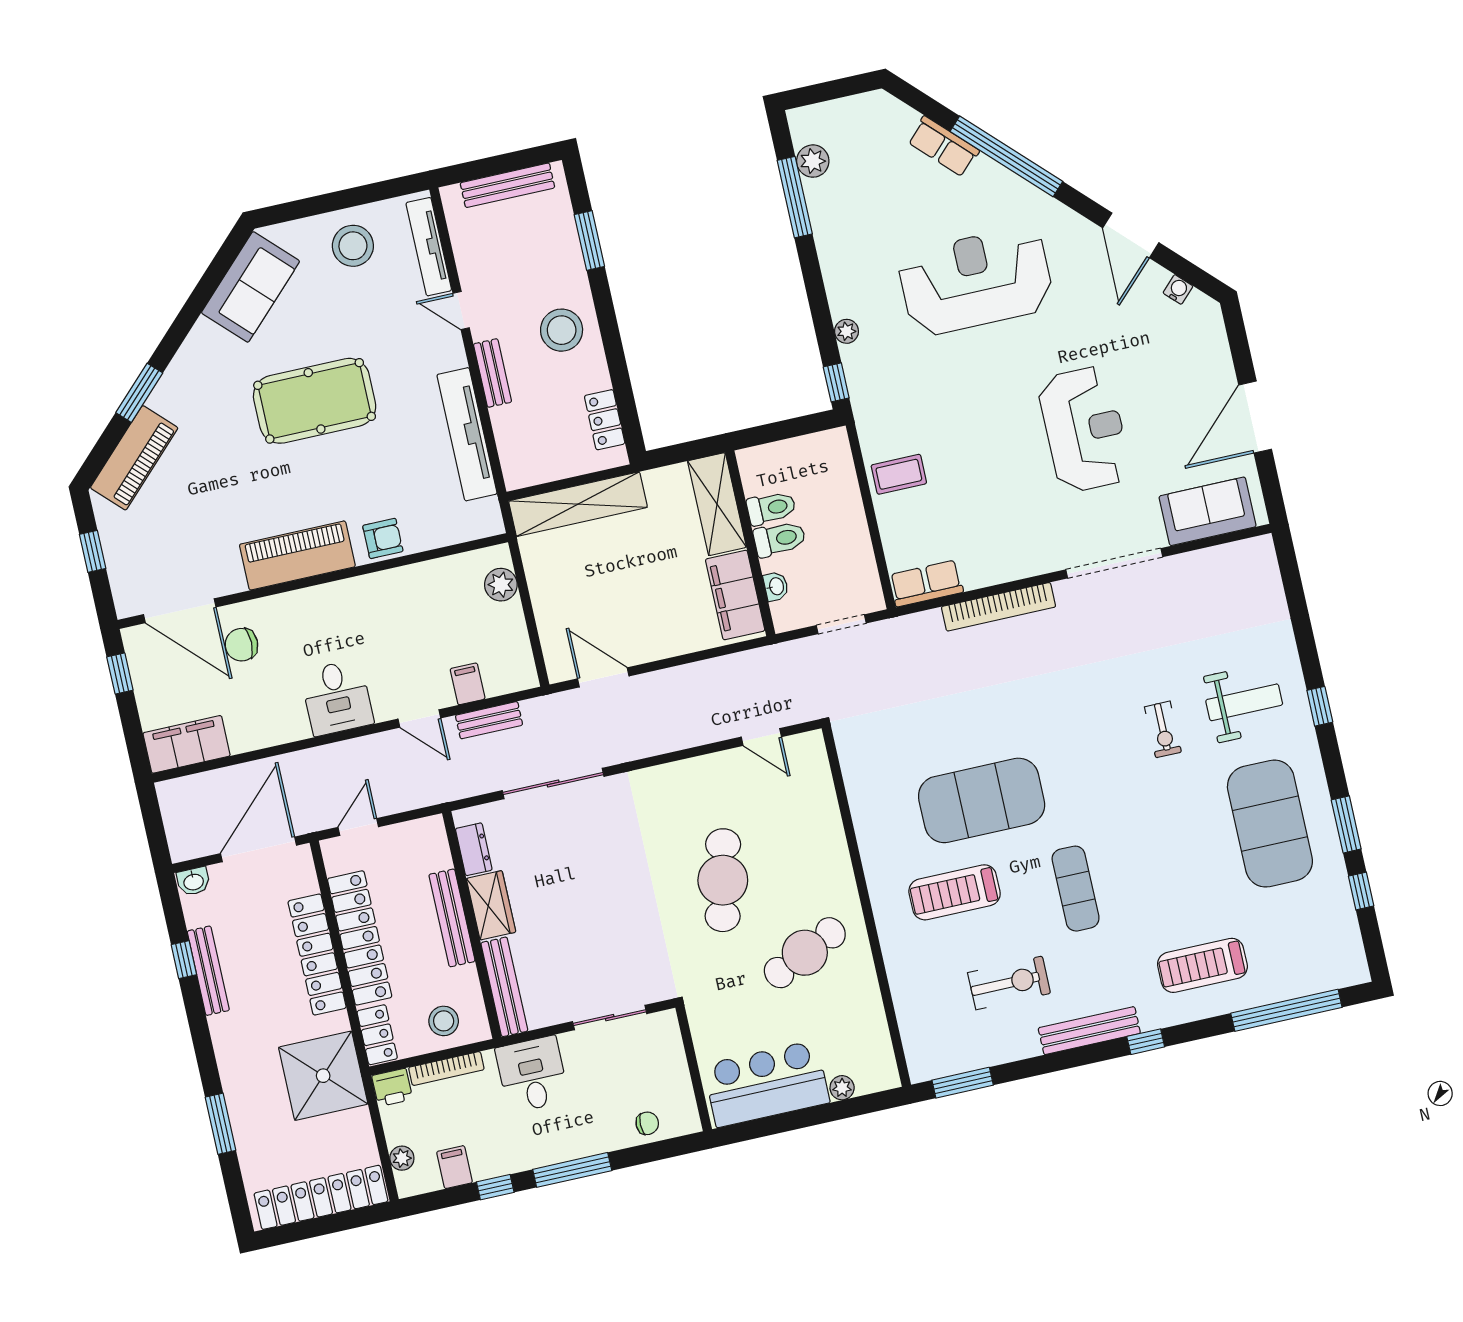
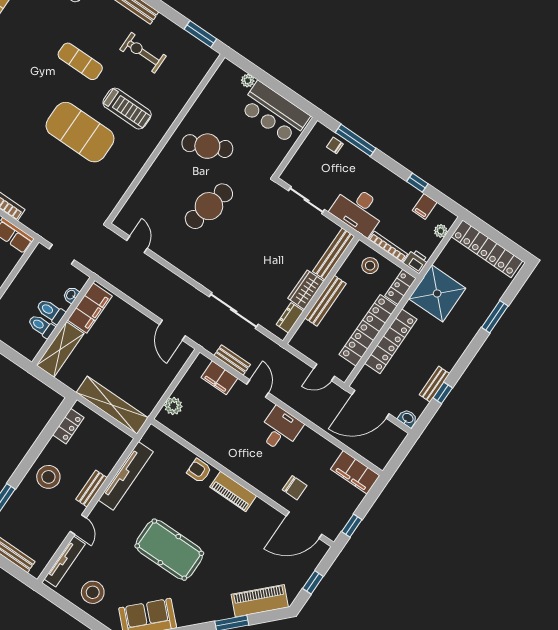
piano: (297, 555) -> (233, 491), width x0.73, depth x0.75
door: (180, 611) -> (304, 525), swing flipped
filing cabinet: (468, 684) -> (219, 378), width x2.00
exercise mat: (1076, 889) -> (80, 61), turned 90
bench: (208, 971) -> (434, 384), width x0.73
desk: (532, 1074) -> (358, 210), width x1.37
window: (572, 1170) -> (356, 140), moved

